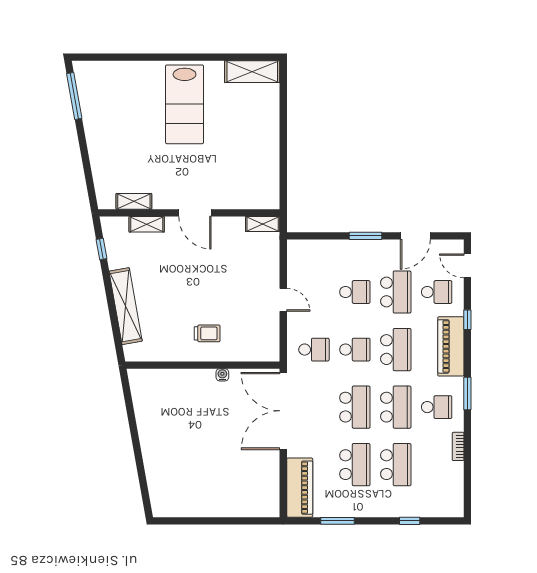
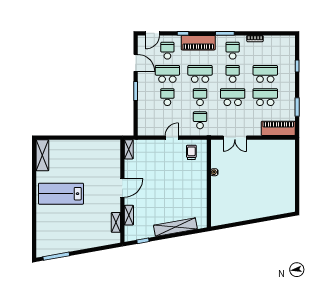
lab bench: (185, 104) -> (61, 194), turned 180
trolley: (207, 333) -> (191, 152), moved
school desk: (396, 407) -> (233, 74), width x0.54
double door: (283, 411) -> (235, 138), width x0.54

